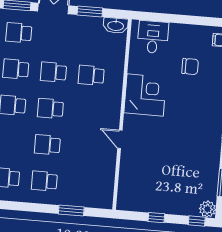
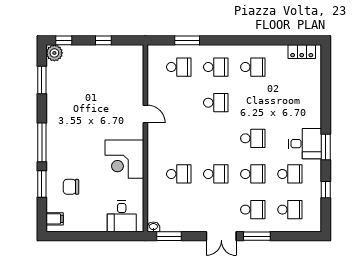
window: (90, 11) -> (169, 236), moved
washbasin: (116, 25) -> (153, 227), width x0.52, depth x0.69
chair: (190, 66) -> (71, 187), moved
school desk: (50, 108) -> (179, 67), moved

